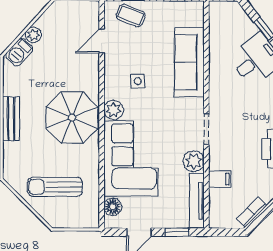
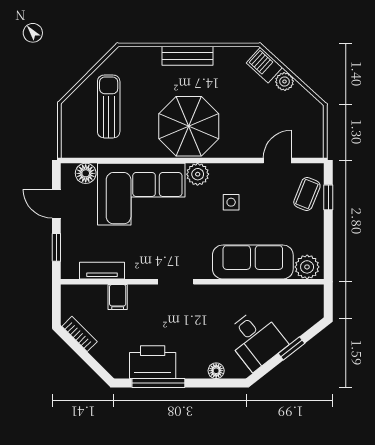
door: (102, 41) -> (277, 160), hinge flipped
plant: (194, 161) -> (307, 267), moved
tv unit: (197, 201) -> (102, 271), width x0.71

